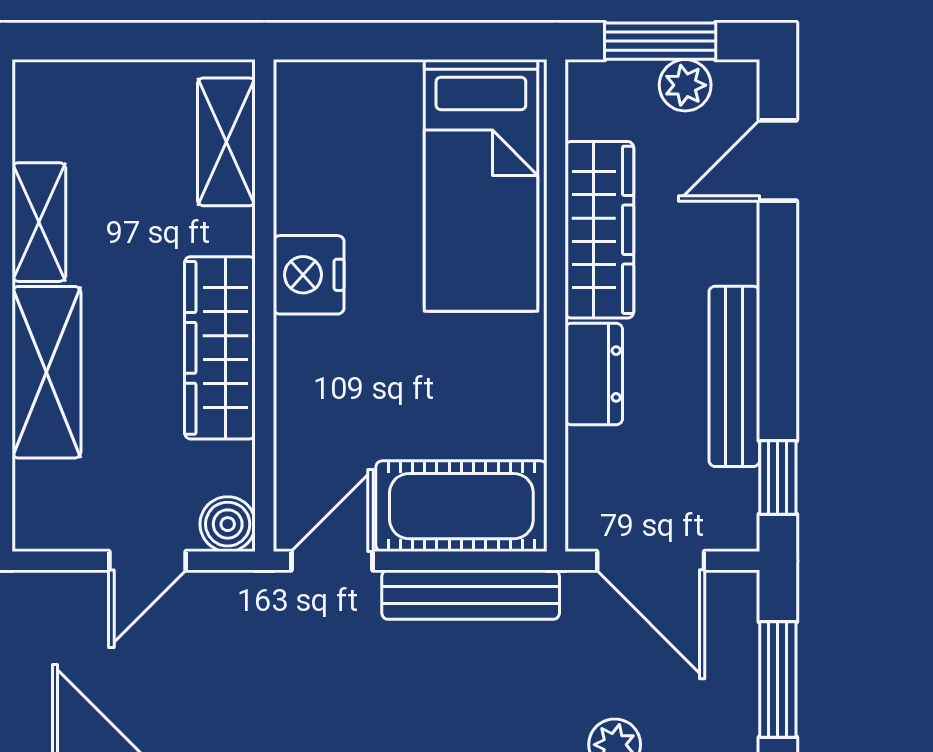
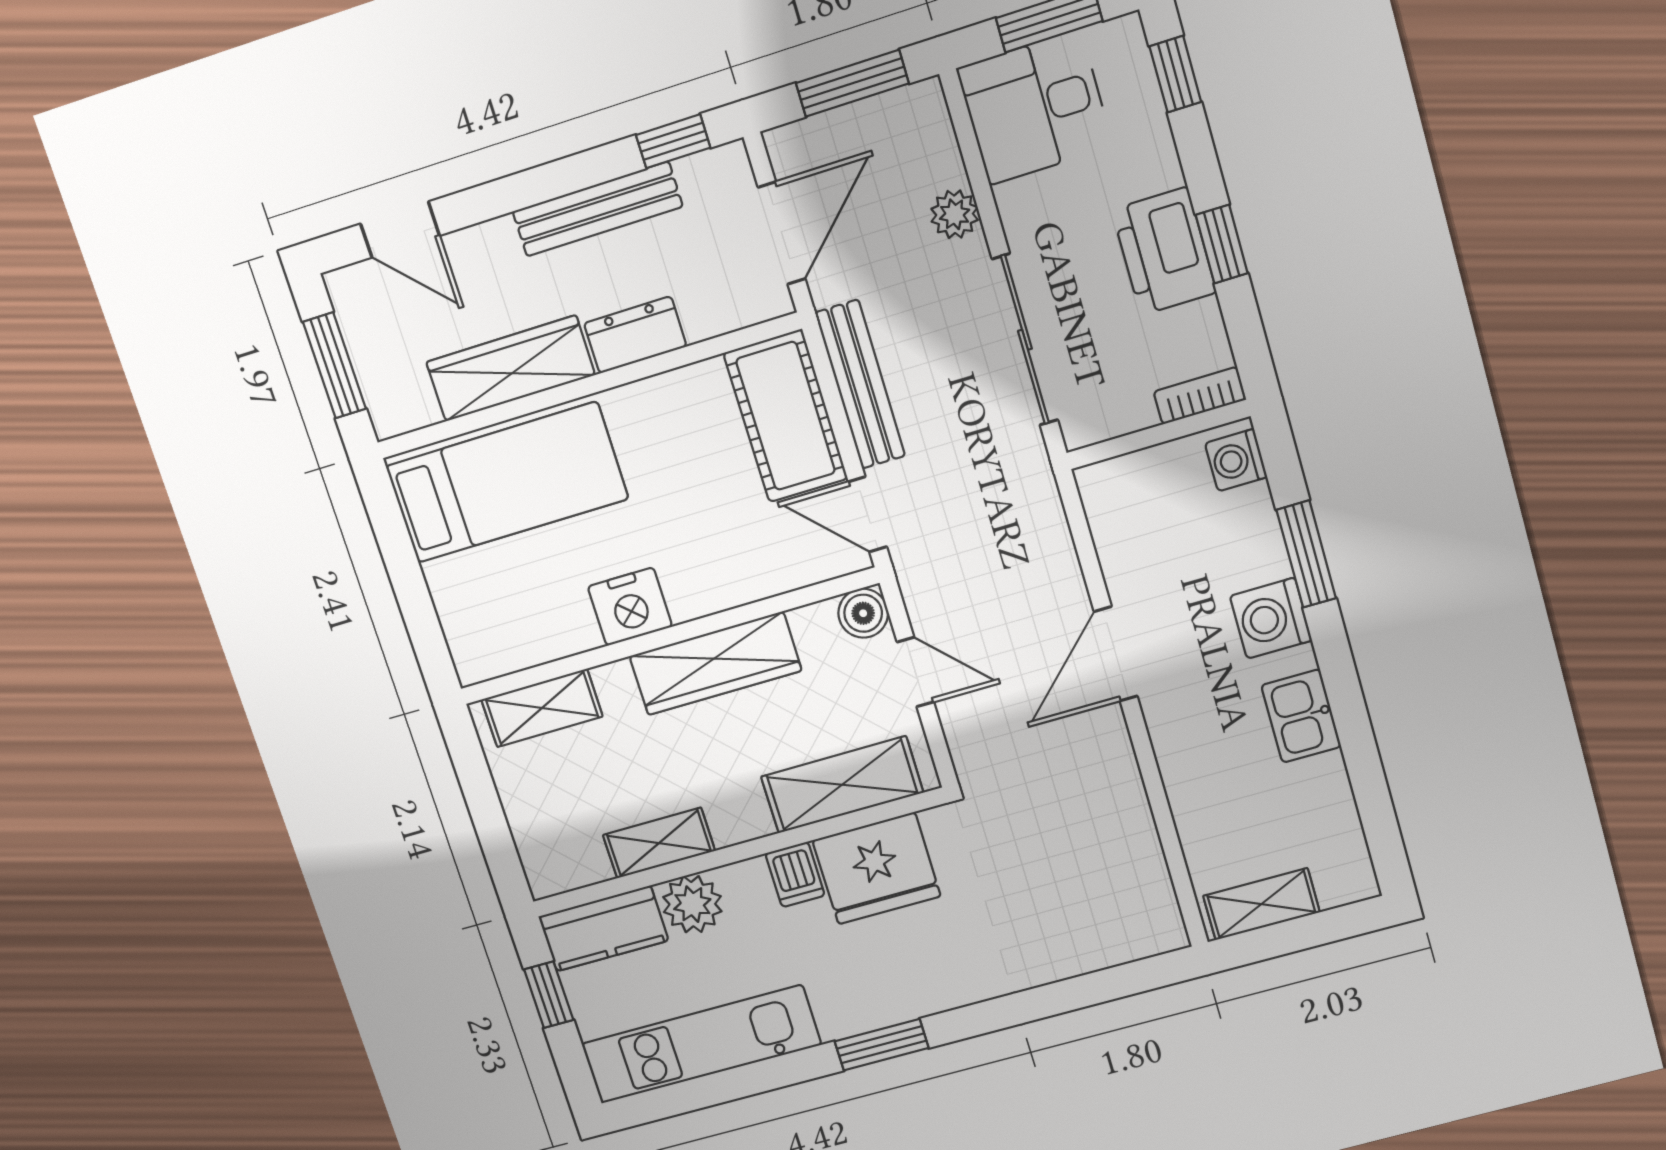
plant: (685, 85) -> (364, 332), removed
shelving: (46, 372) -> (842, 785), moved

